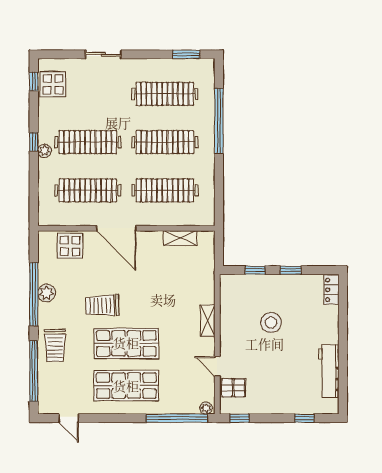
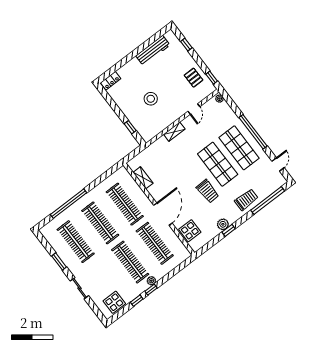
window: (186, 54) -> (59, 262), moved
window: (34, 82) -> (137, 301), moved
window: (291, 270) -> (116, 109), removed
window: (34, 294) -> (229, 230), width x0.32
pallet: (233, 388) -> (194, 78), moved
window: (177, 418) -> (253, 132), moved

